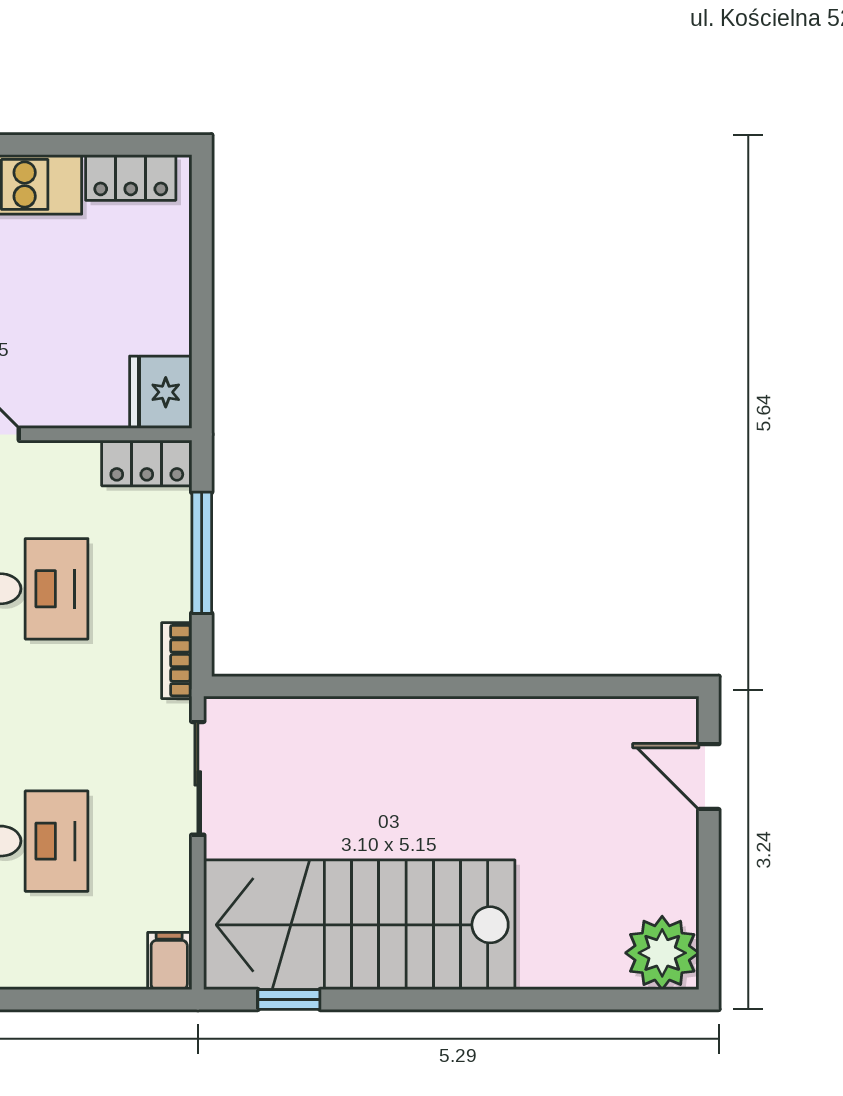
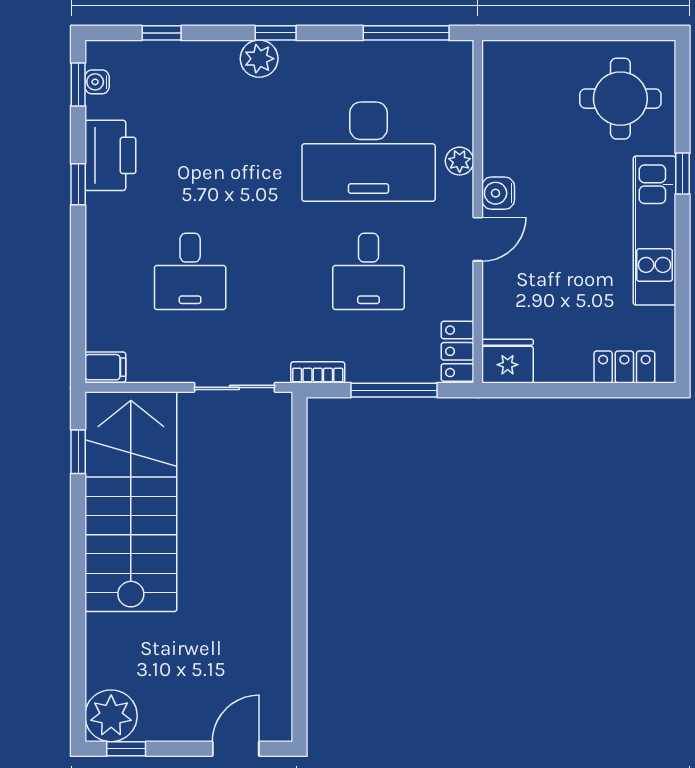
locker: (131, 178) -> (624, 367), moved, turned 90
window: (709, 932) -> (126, 749), added

